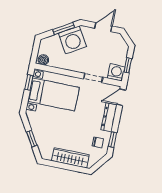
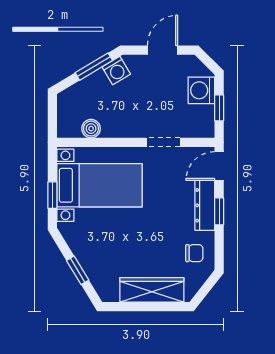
washing machine: (72, 40) -> (116, 71), width x0.53, depth x0.53
boiler: (43, 60) -> (91, 129), moved
washing machine: (116, 72) -> (201, 90), moved, turned -90
window: (29, 82) -> (52, 195), moved
window: (113, 140) -> (219, 211), moved

